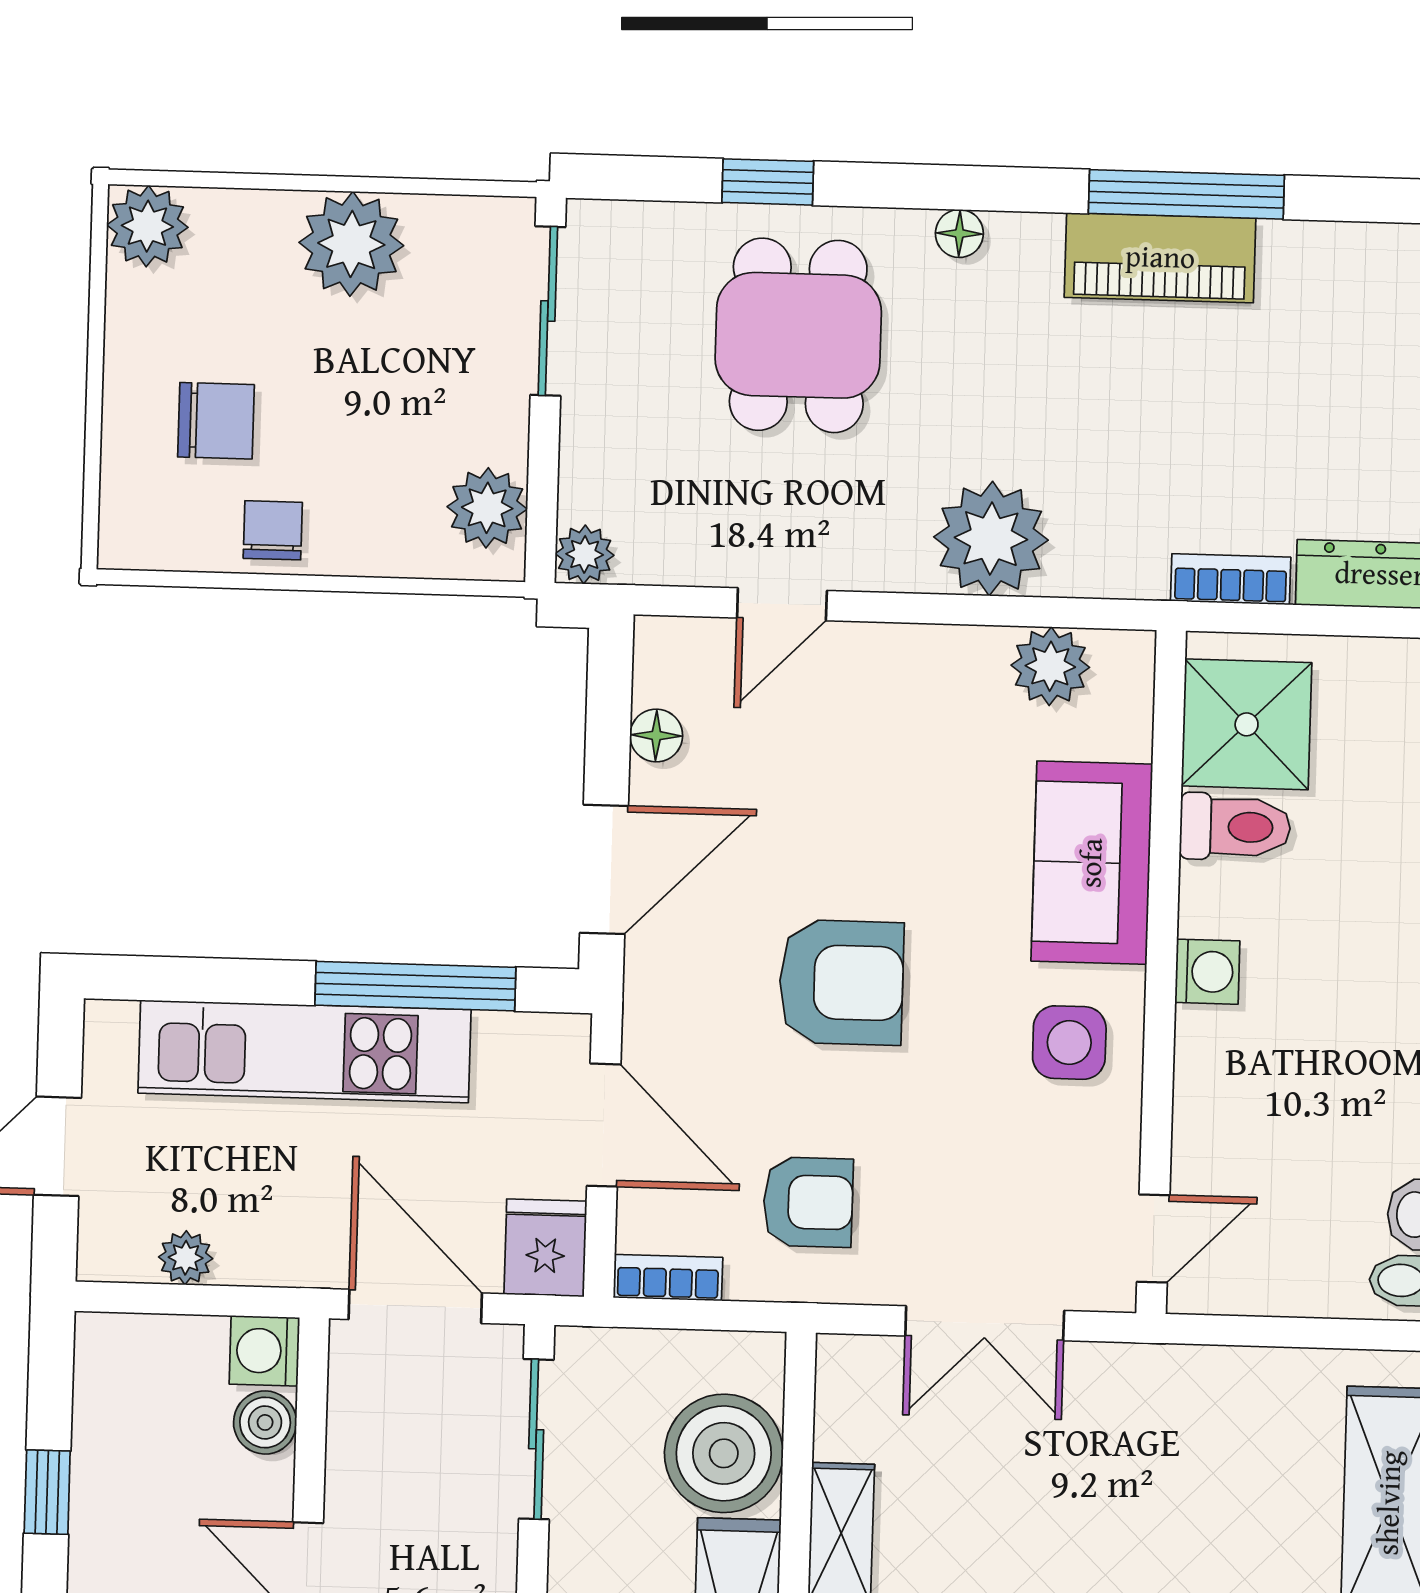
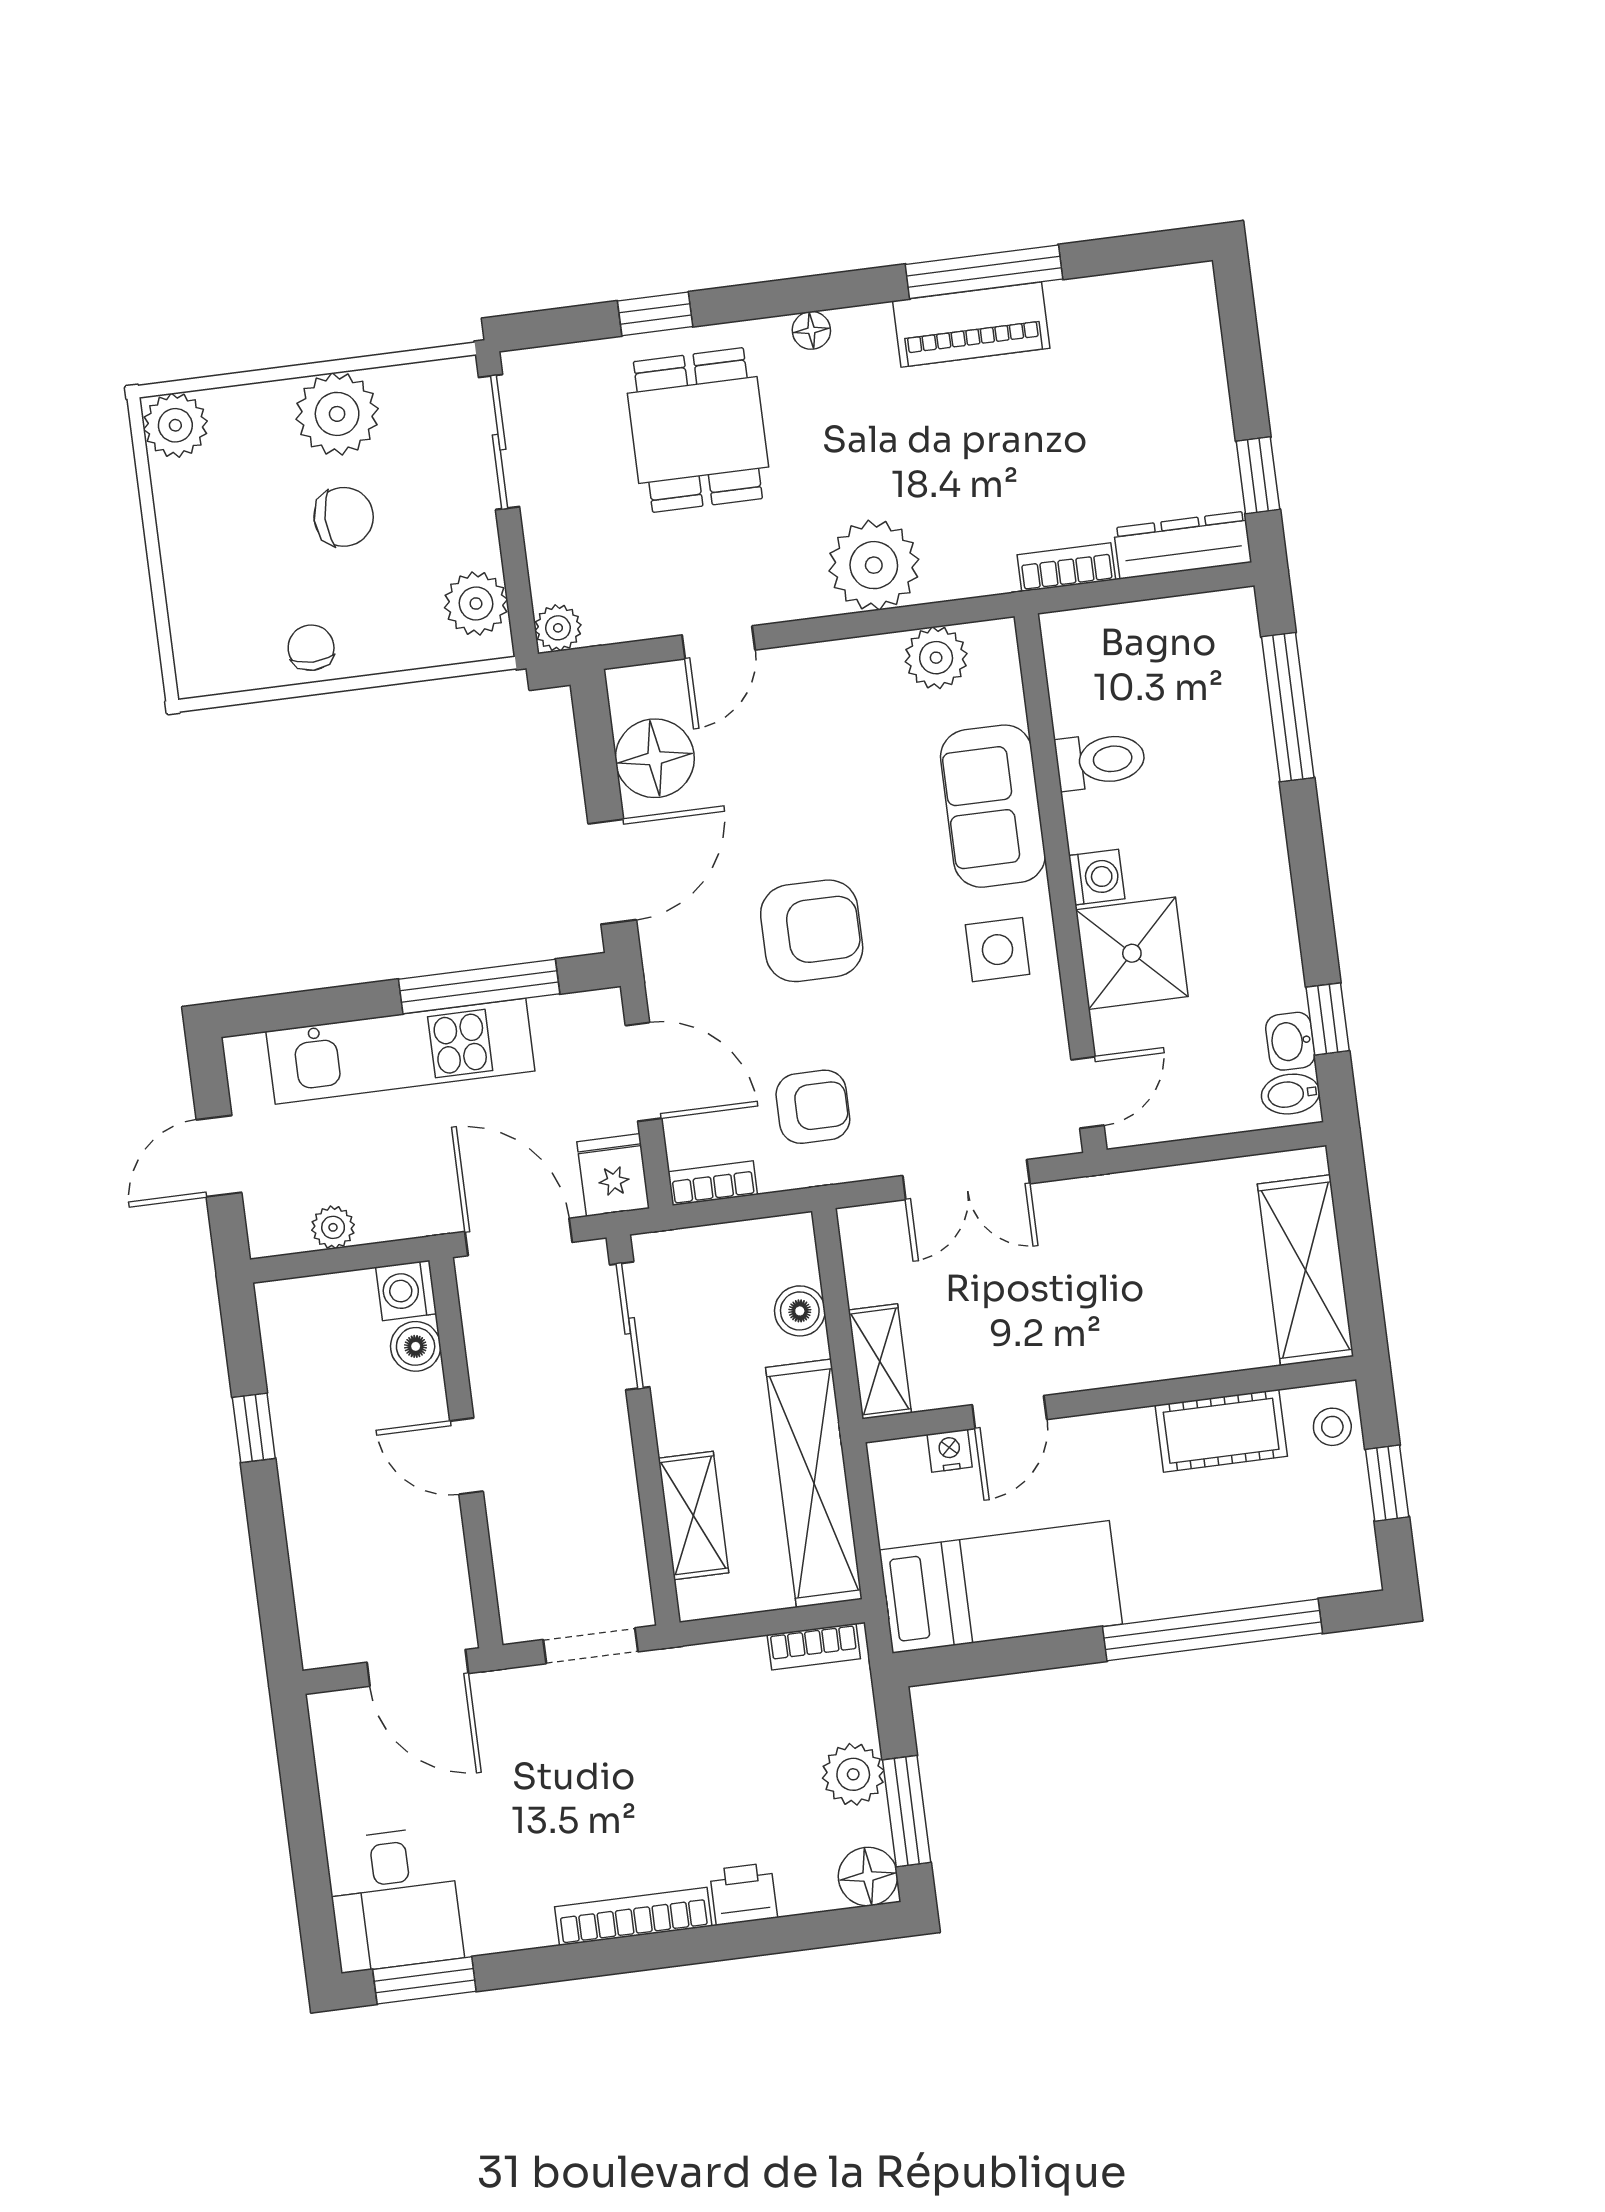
chair: (216, 421) -> (344, 517), moved
shower: (1247, 724) -> (1132, 953), moved
floor lamp: (656, 735) -> (655, 758), width x1.89, depth x1.89
boiler: (724, 1453) -> (800, 1311), width x0.54, depth x0.54

